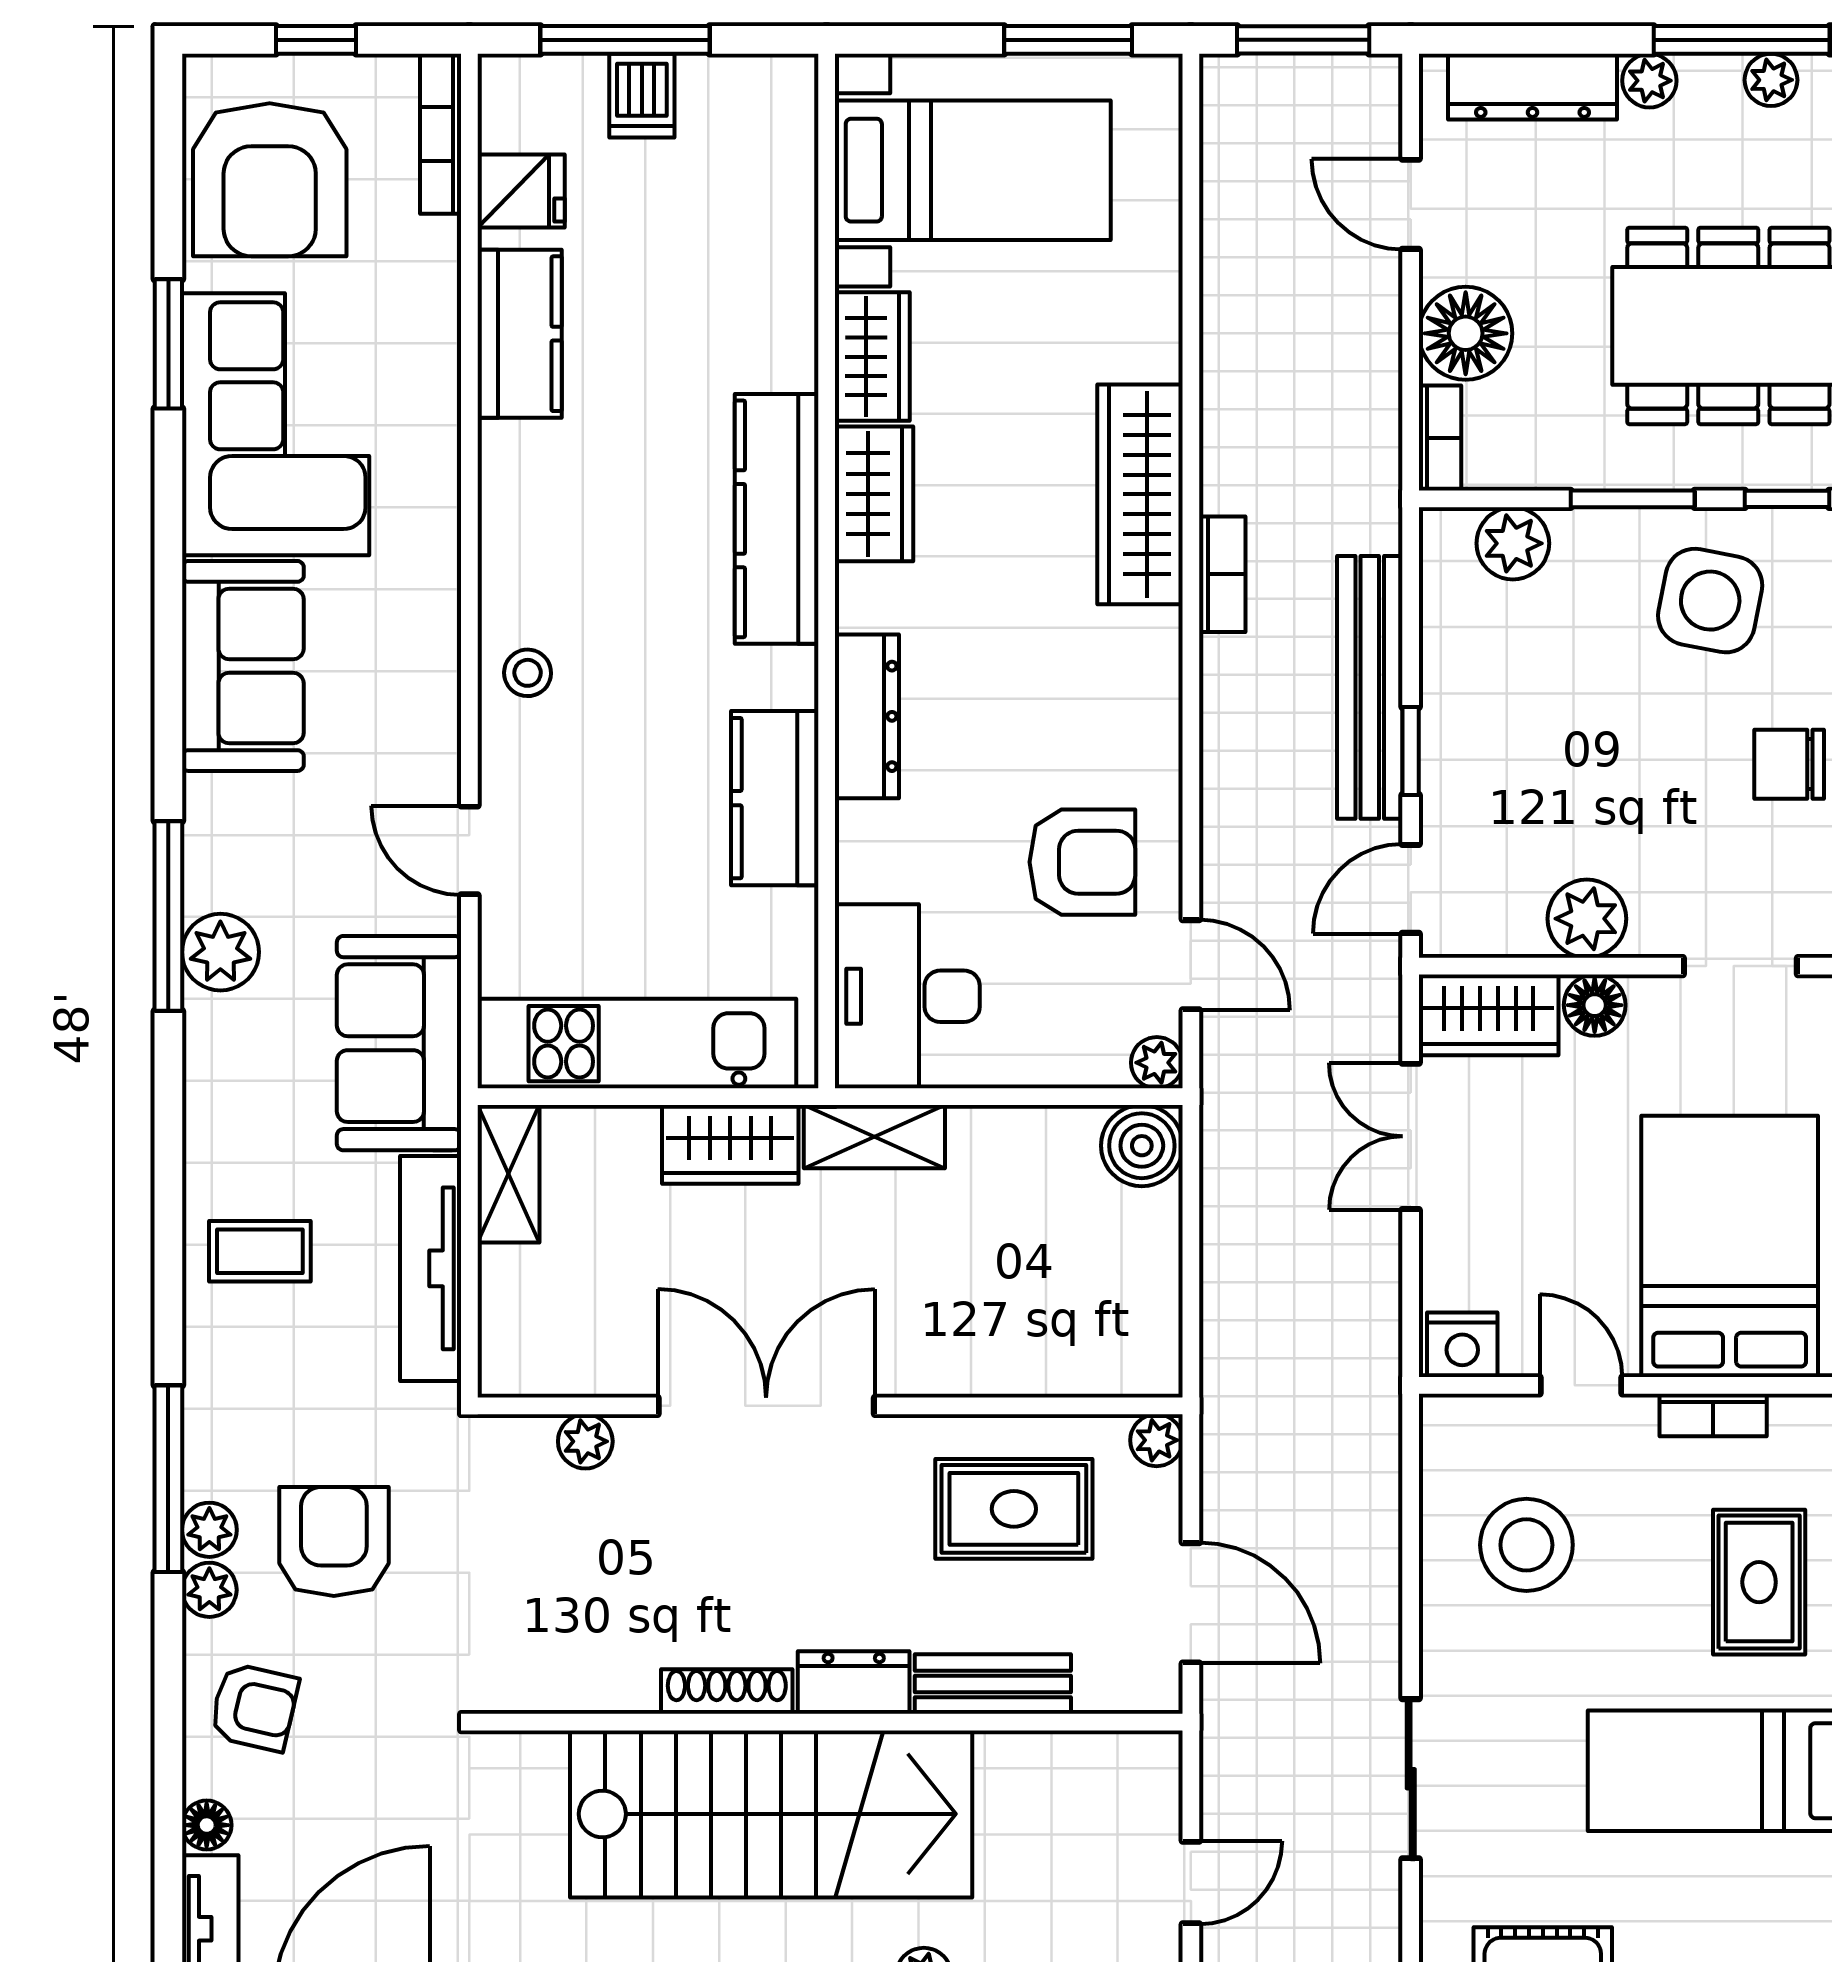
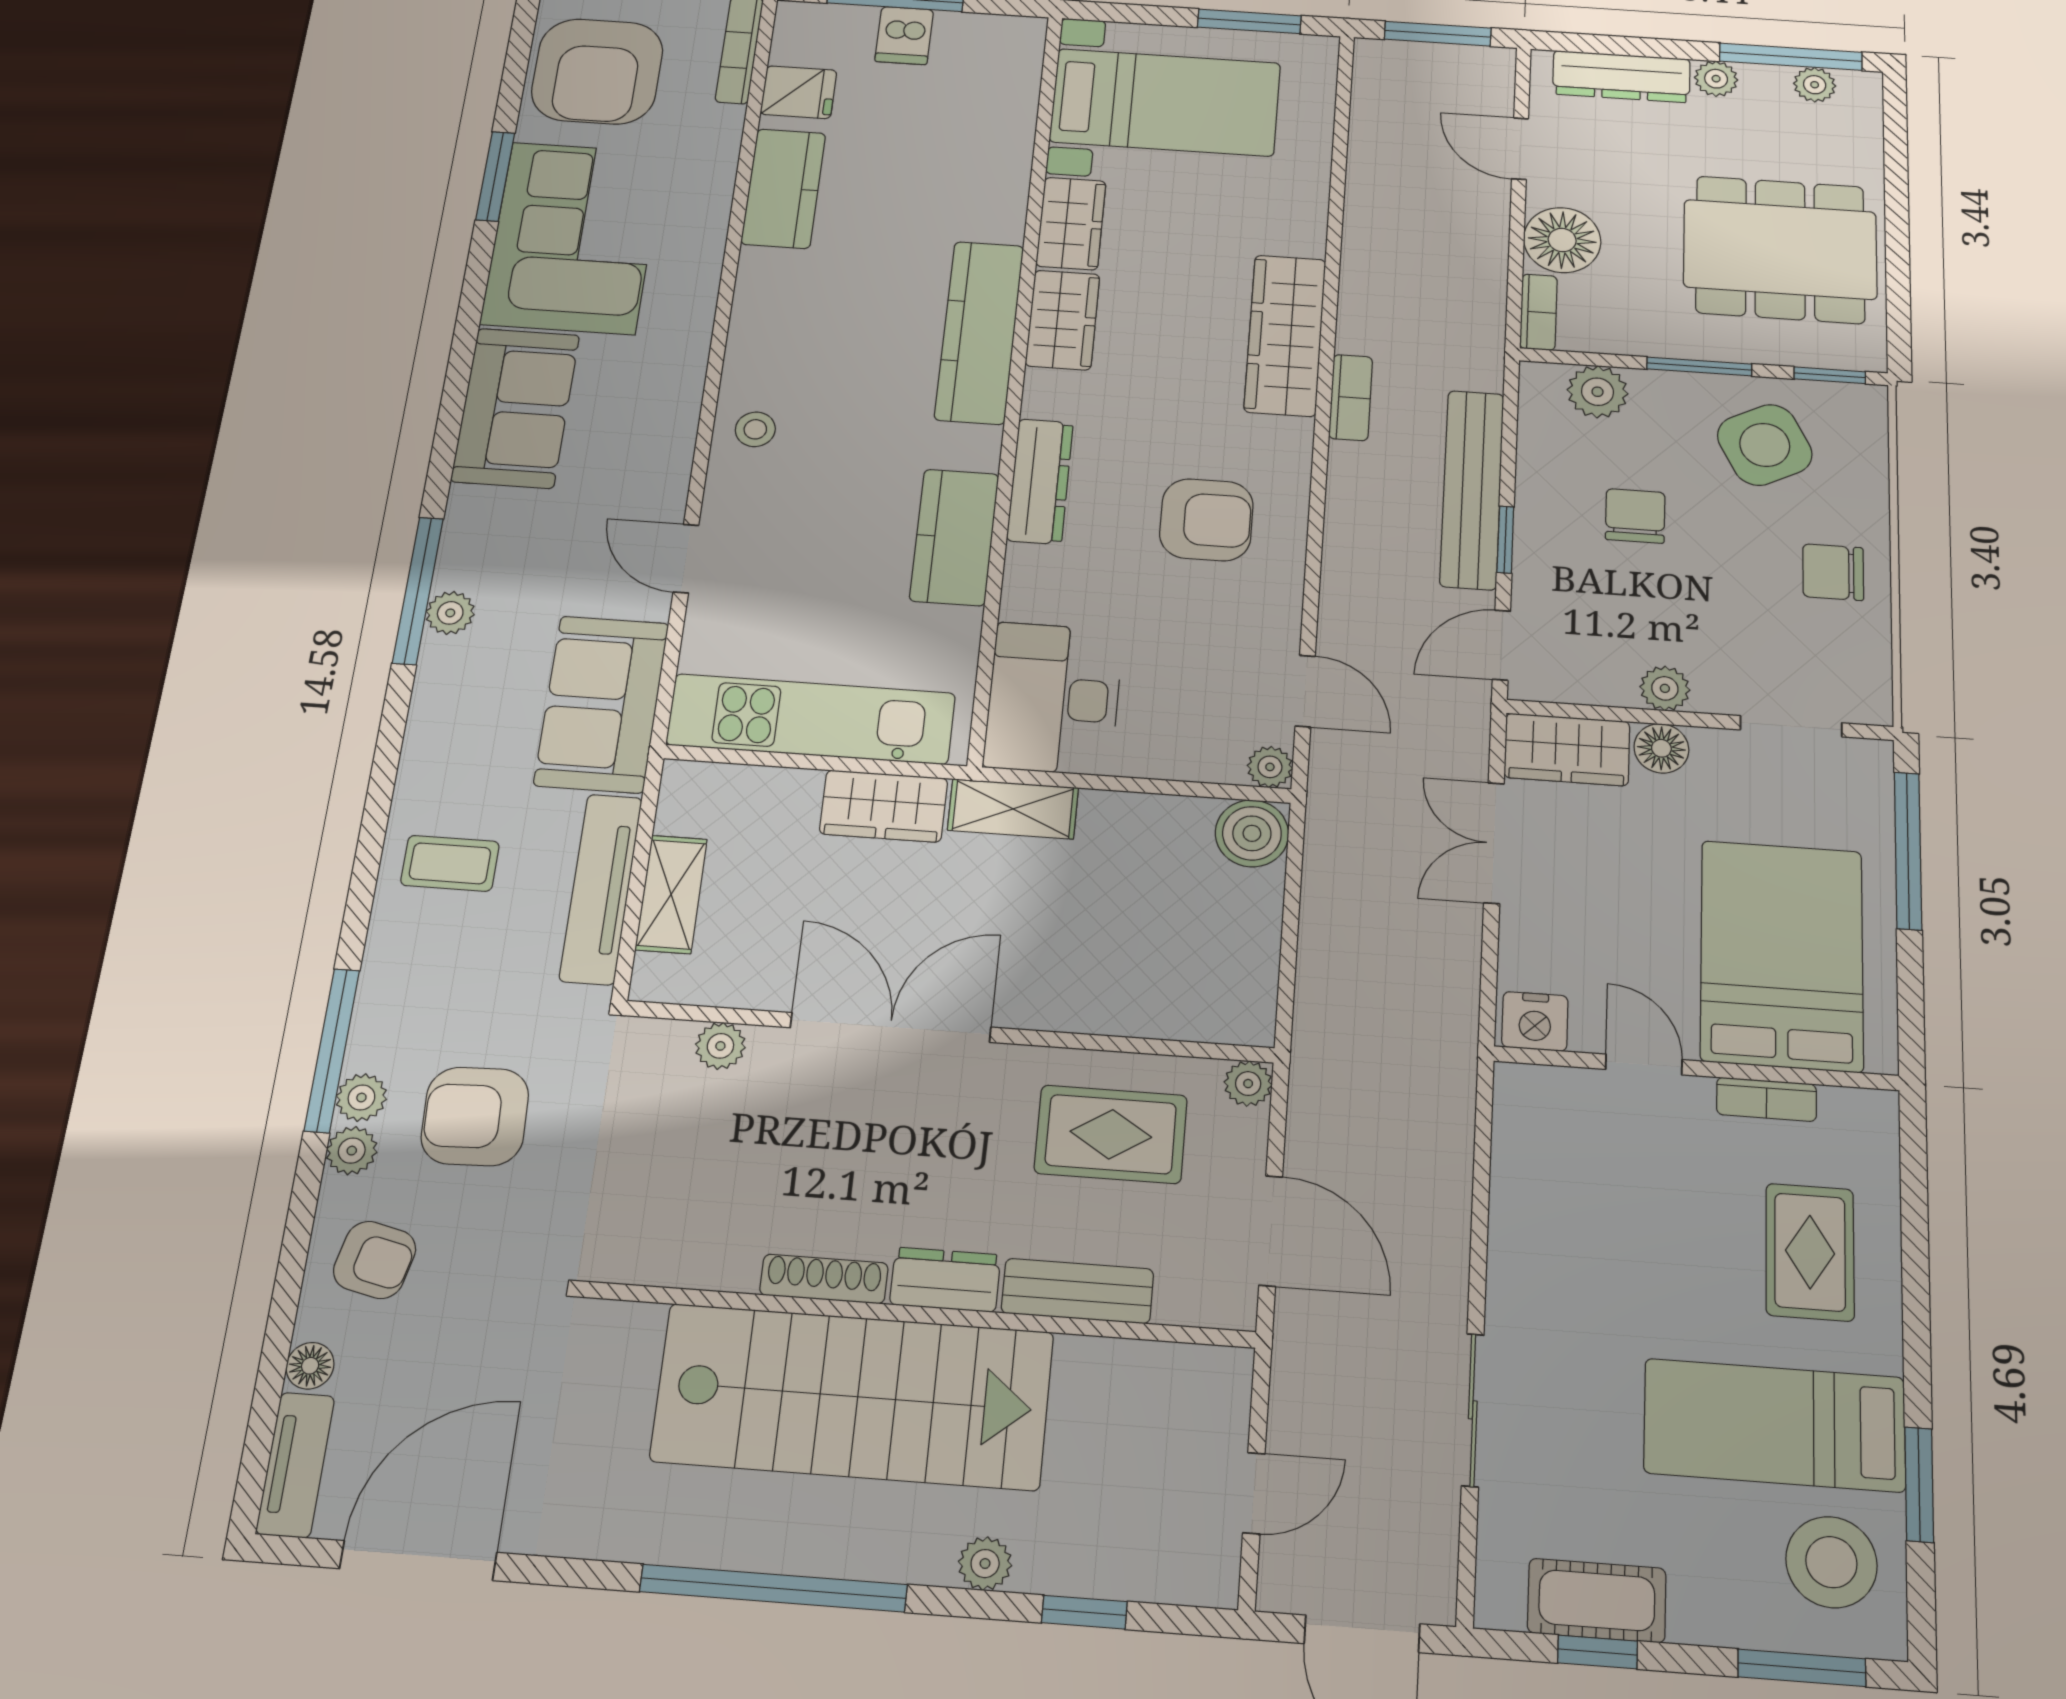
side table: (1710, 601) -> (1765, 445), turned -38
chair: (1560, 708) -> (1635, 516), added
armchair: (1082, 862) -> (1206, 520), moved
plant: (1587, 919) -> (1665, 688), width x0.73, depth x0.73
plant: (220, 952) -> (450, 613), width x0.73, depth x0.73
shelving: (509, 1174) -> (671, 894), moved
armchair: (334, 1542) -> (475, 1116), turned -92
stool: (1526, 1545) -> (1831, 1562), moved

